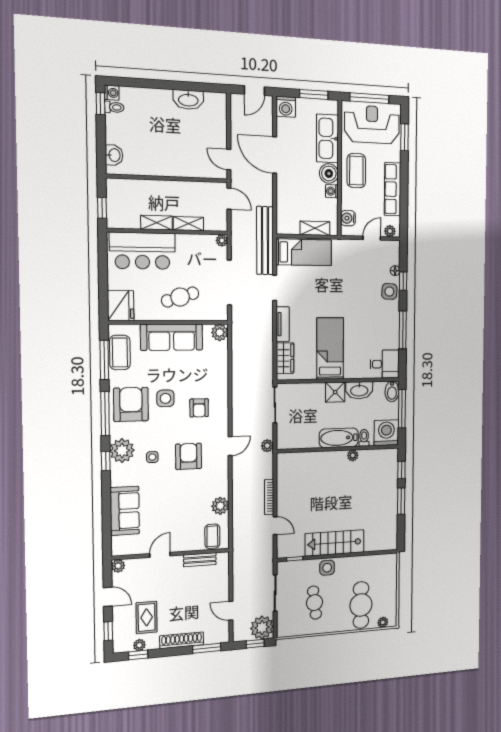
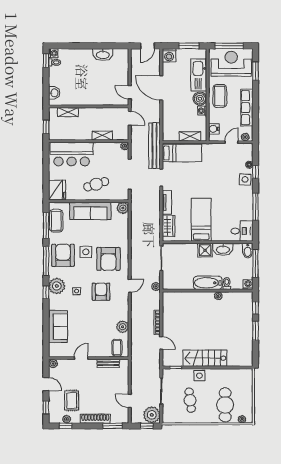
shelving: (157, 223) -> (68, 112), moved
armchair: (199, 408) -> (108, 259), width x1.88, depth x1.88
washing machine: (386, 433) -> (248, 285), width x0.53, depth x0.53

